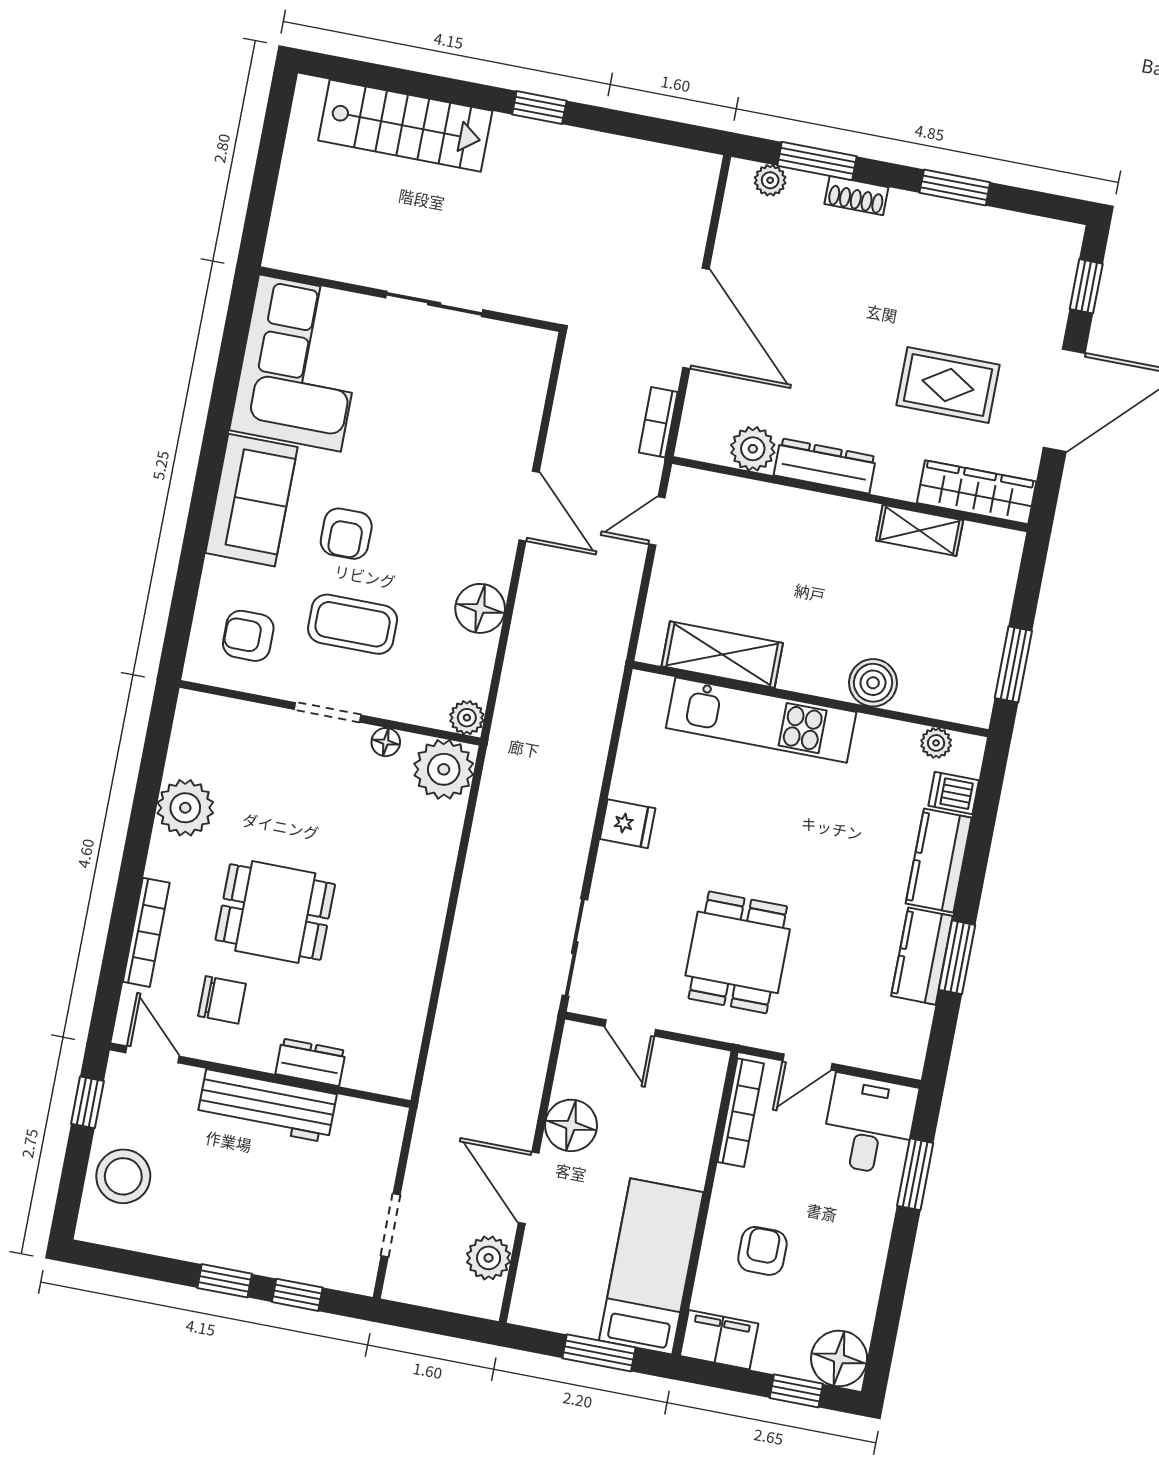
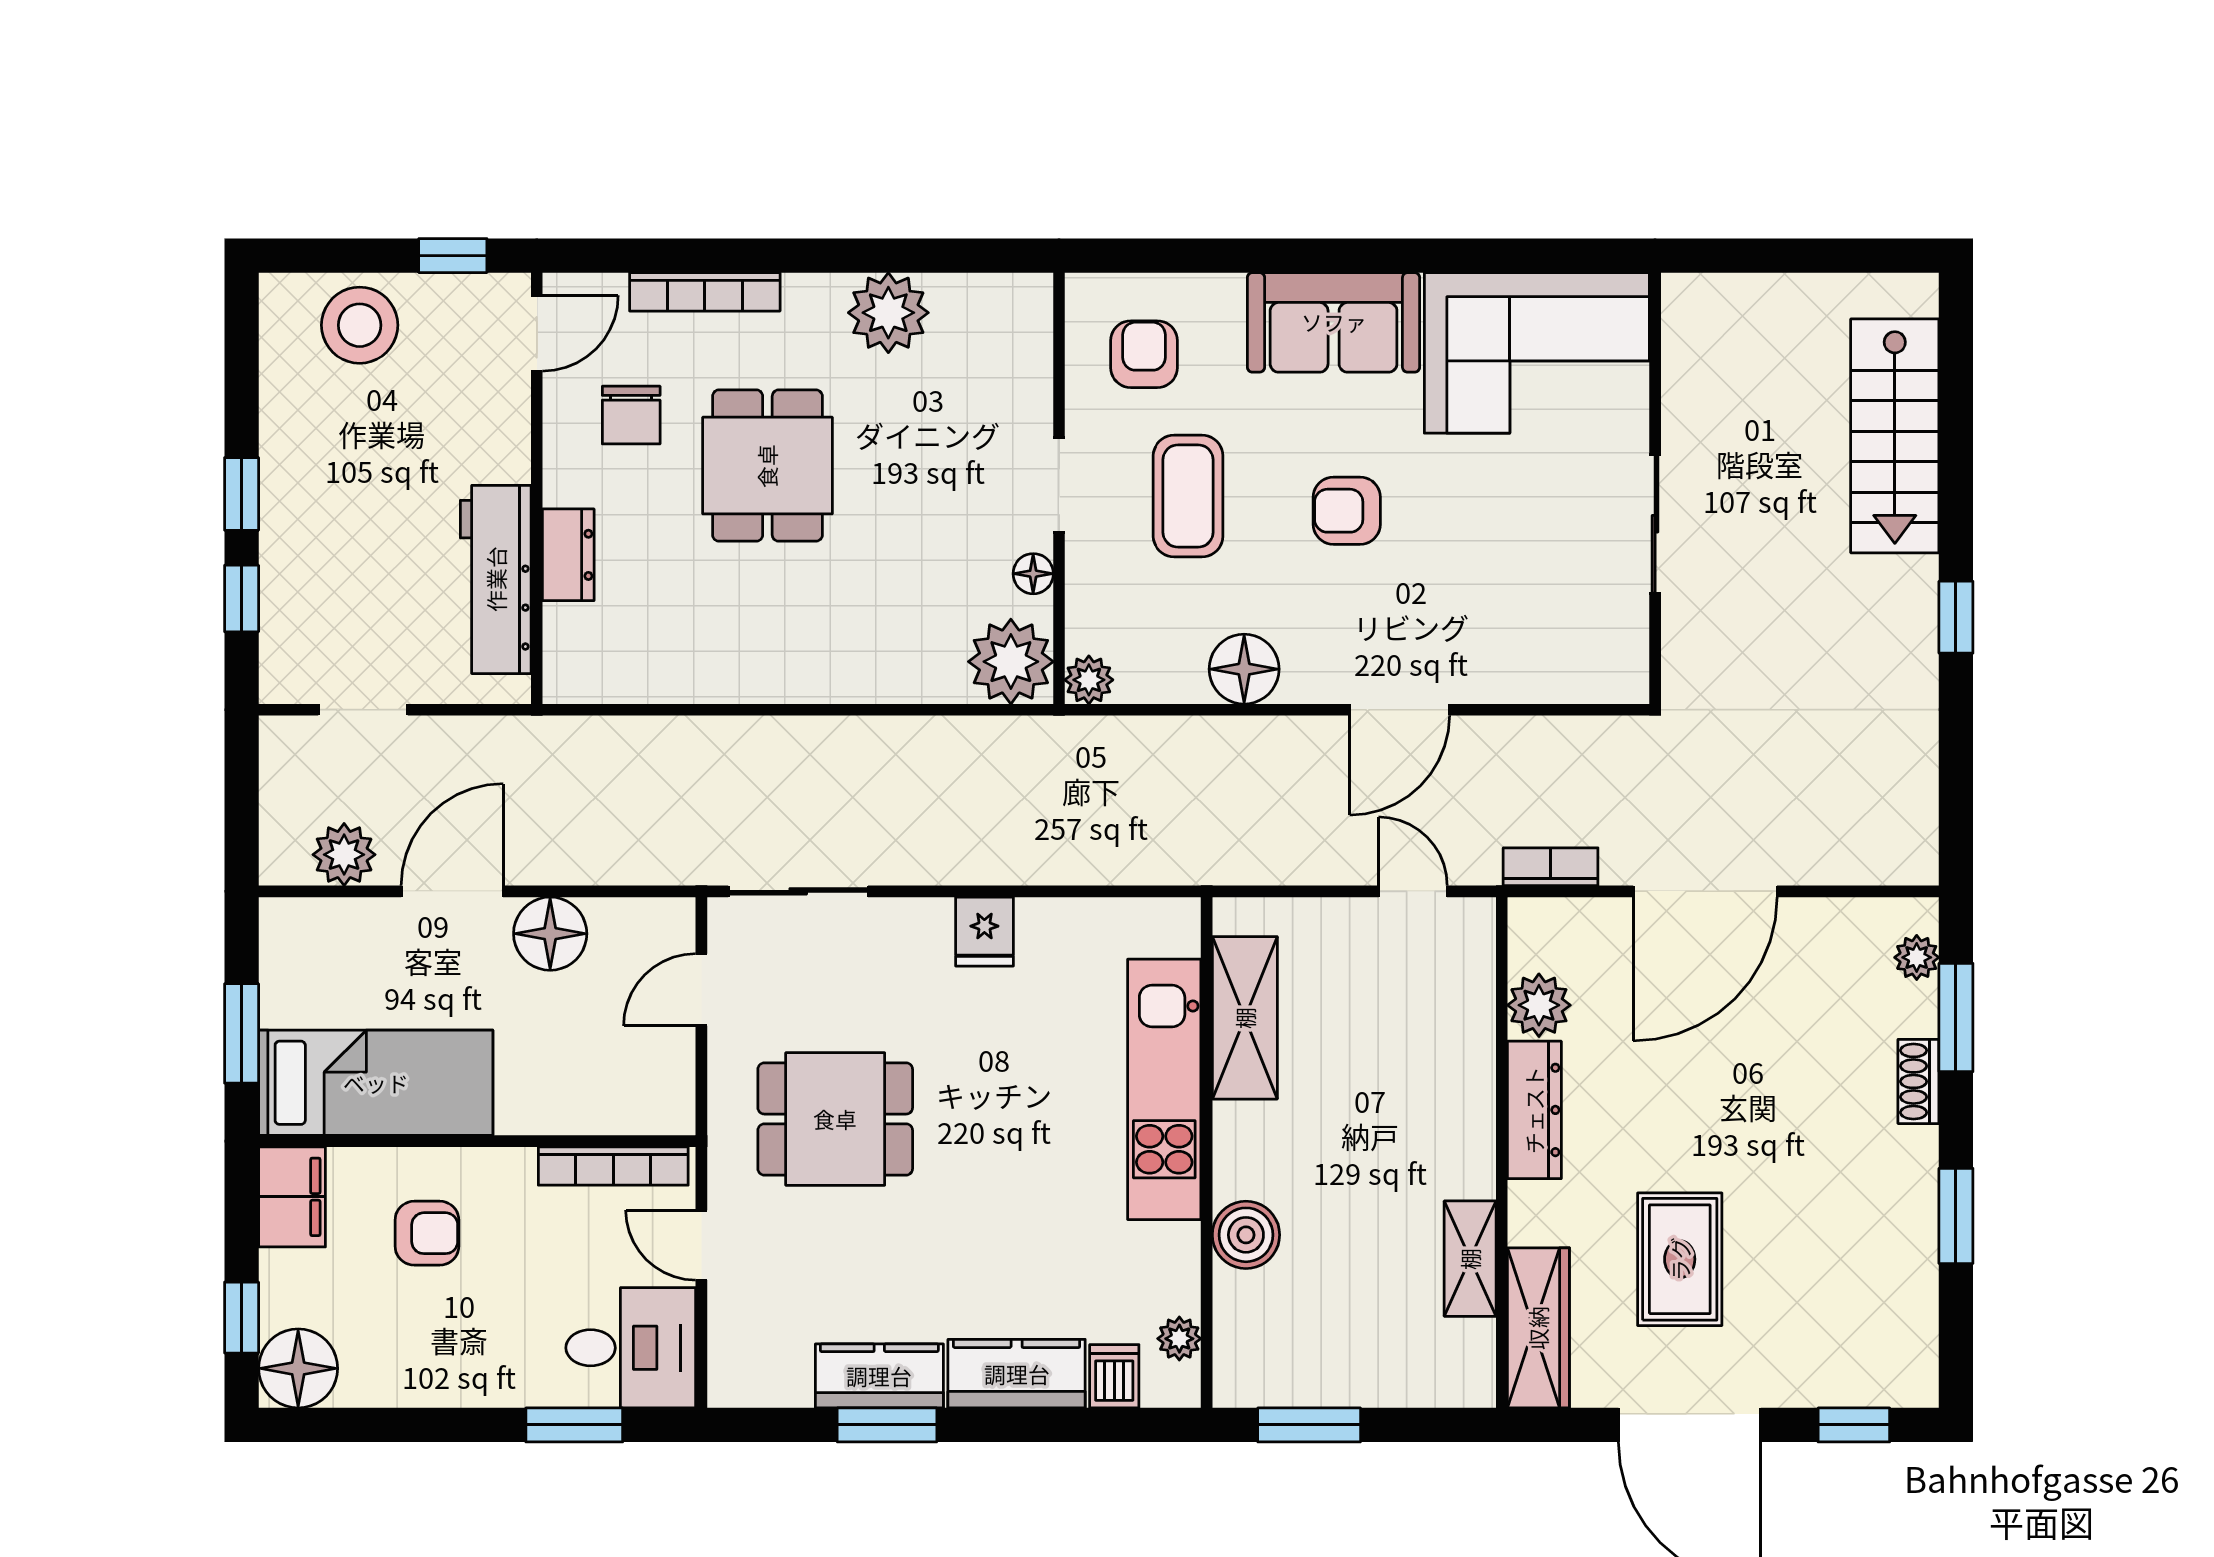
armchair: (346, 534) -> (1347, 511), moved
workbench: (267, 1106) -> (496, 579), moved

